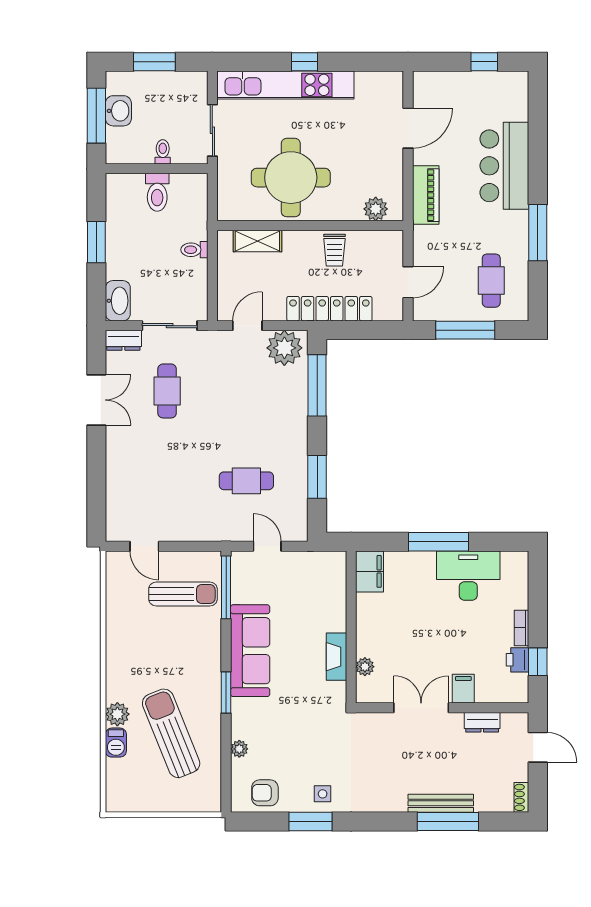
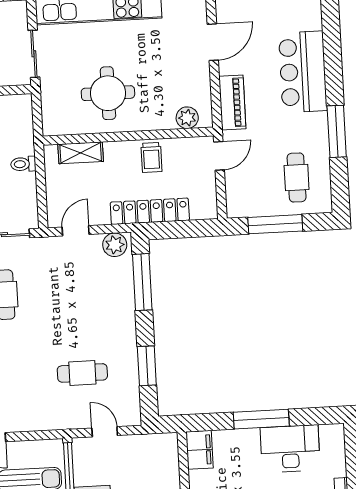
round table: (291, 178) -> (108, 93), width x0.73, depth x0.73
door: (408, 282) -> (219, 156), moved
plant: (284, 348) -> (115, 245), width x0.73, depth x0.73

